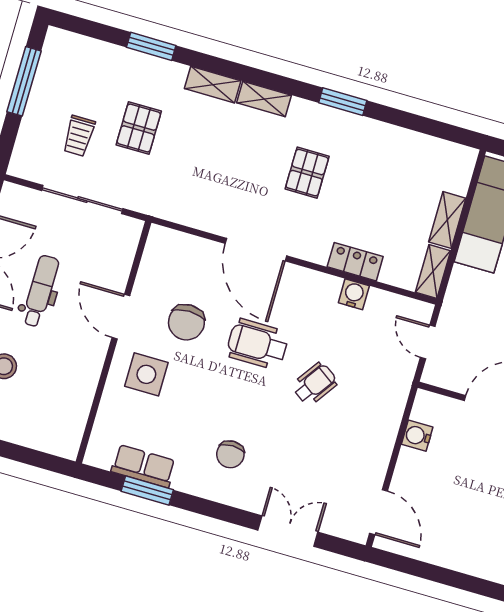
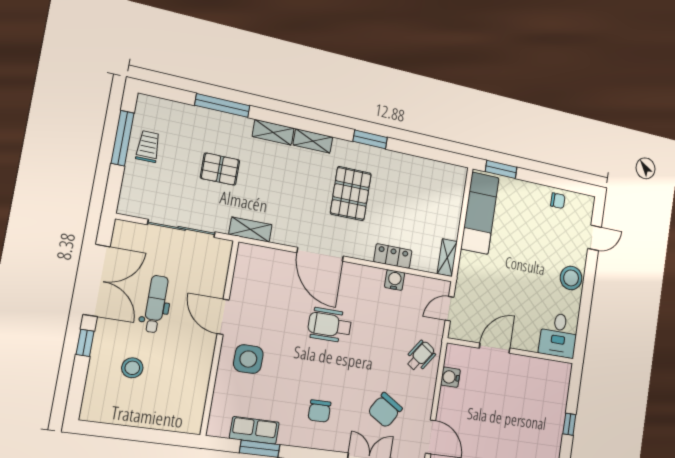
window: (151, 46) -> (222, 105), width x1.44
pallet: (139, 128) -> (220, 169), turned 90
trolley: (79, 136) -> (148, 147), moved, turned 180
pallet: (307, 173) -> (351, 193), width x1.50, depth x1.42
shelving: (447, 220) -> (250, 230), moved, turned 90
chair: (186, 322) -> (385, 410), moved, turned 32
door: (428, 342) -> (450, 309), hinge flipped
wheelchair: (315, 384) -> (420, 356), moved

